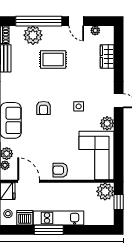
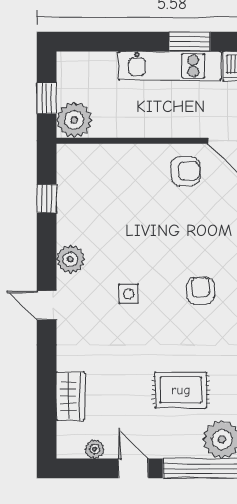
window: (119, 153) -> (47, 199), added
corner sofa: (97, 155) -> (92, 193), removed
armchair: (60, 170) -> (185, 171), moved
window: (49, 230) -> (190, 42), width x0.69

